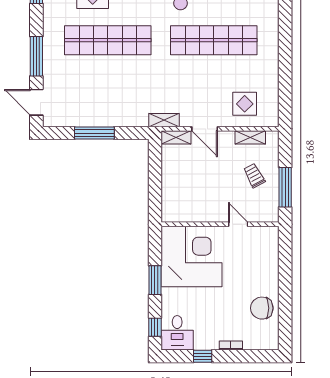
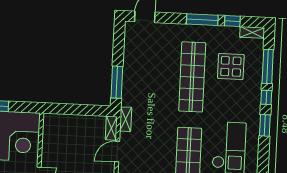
window: (36, 56) -> (202, 20), moved
window: (94, 133) -> (117, 82), moved

